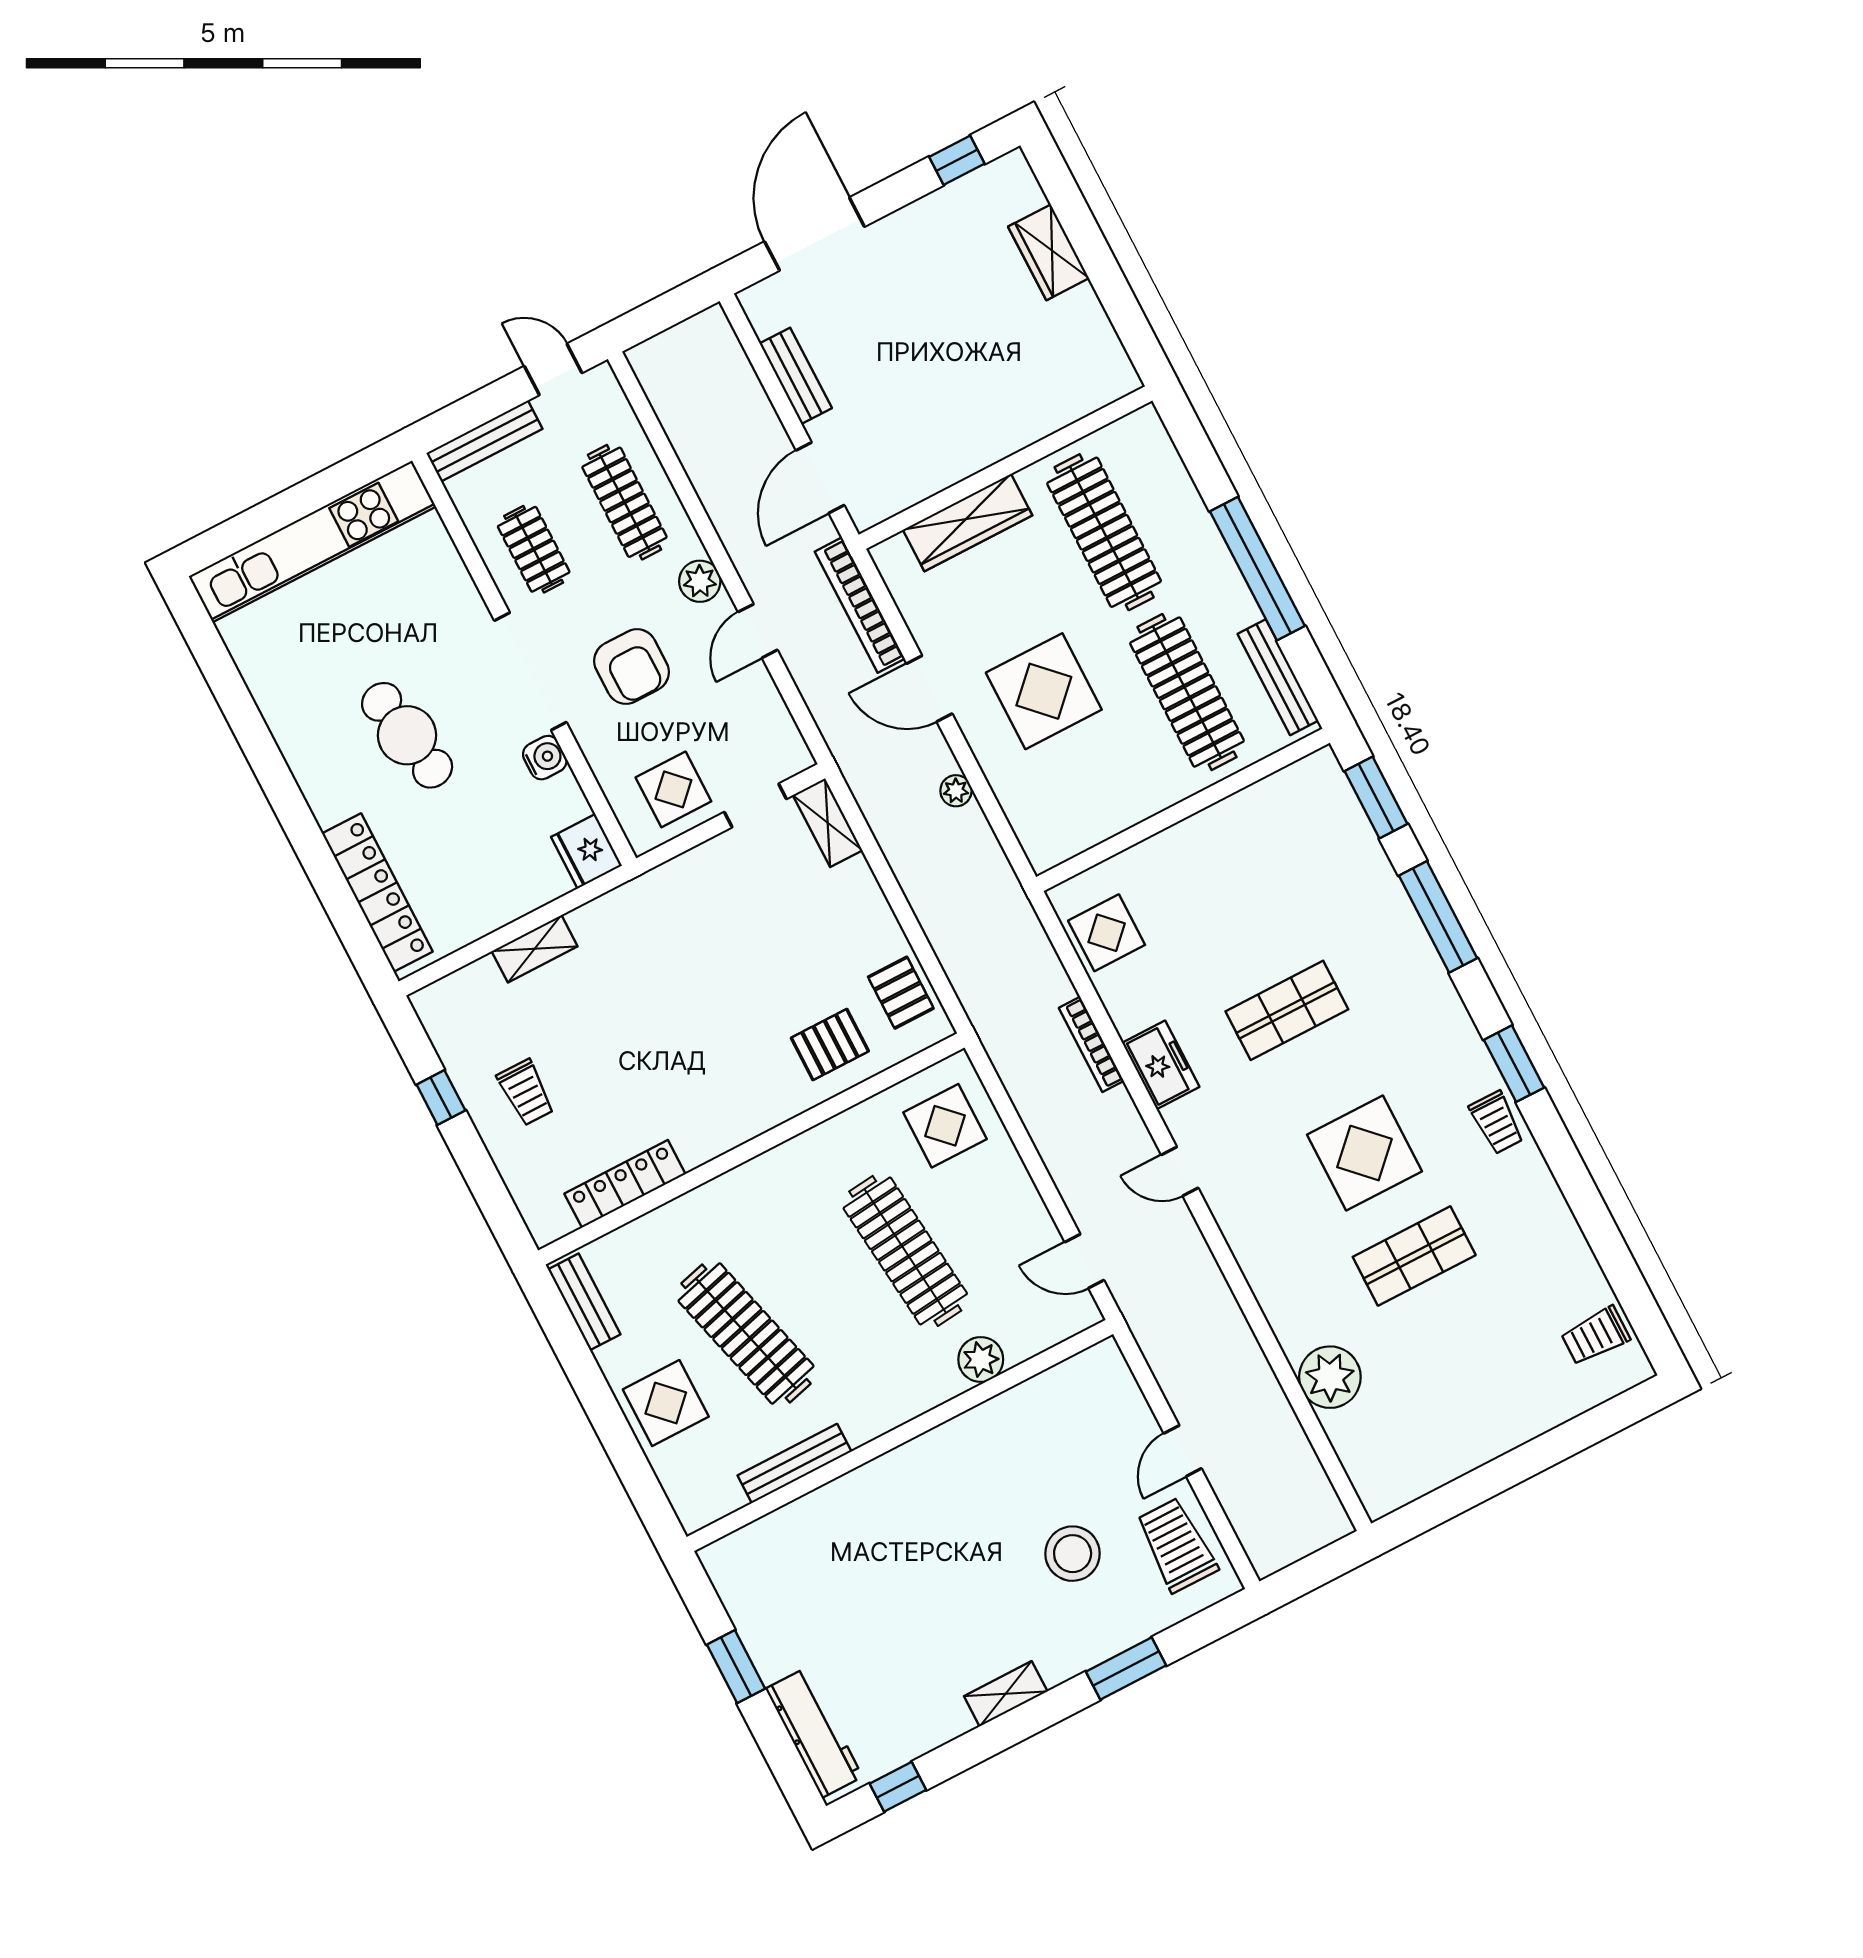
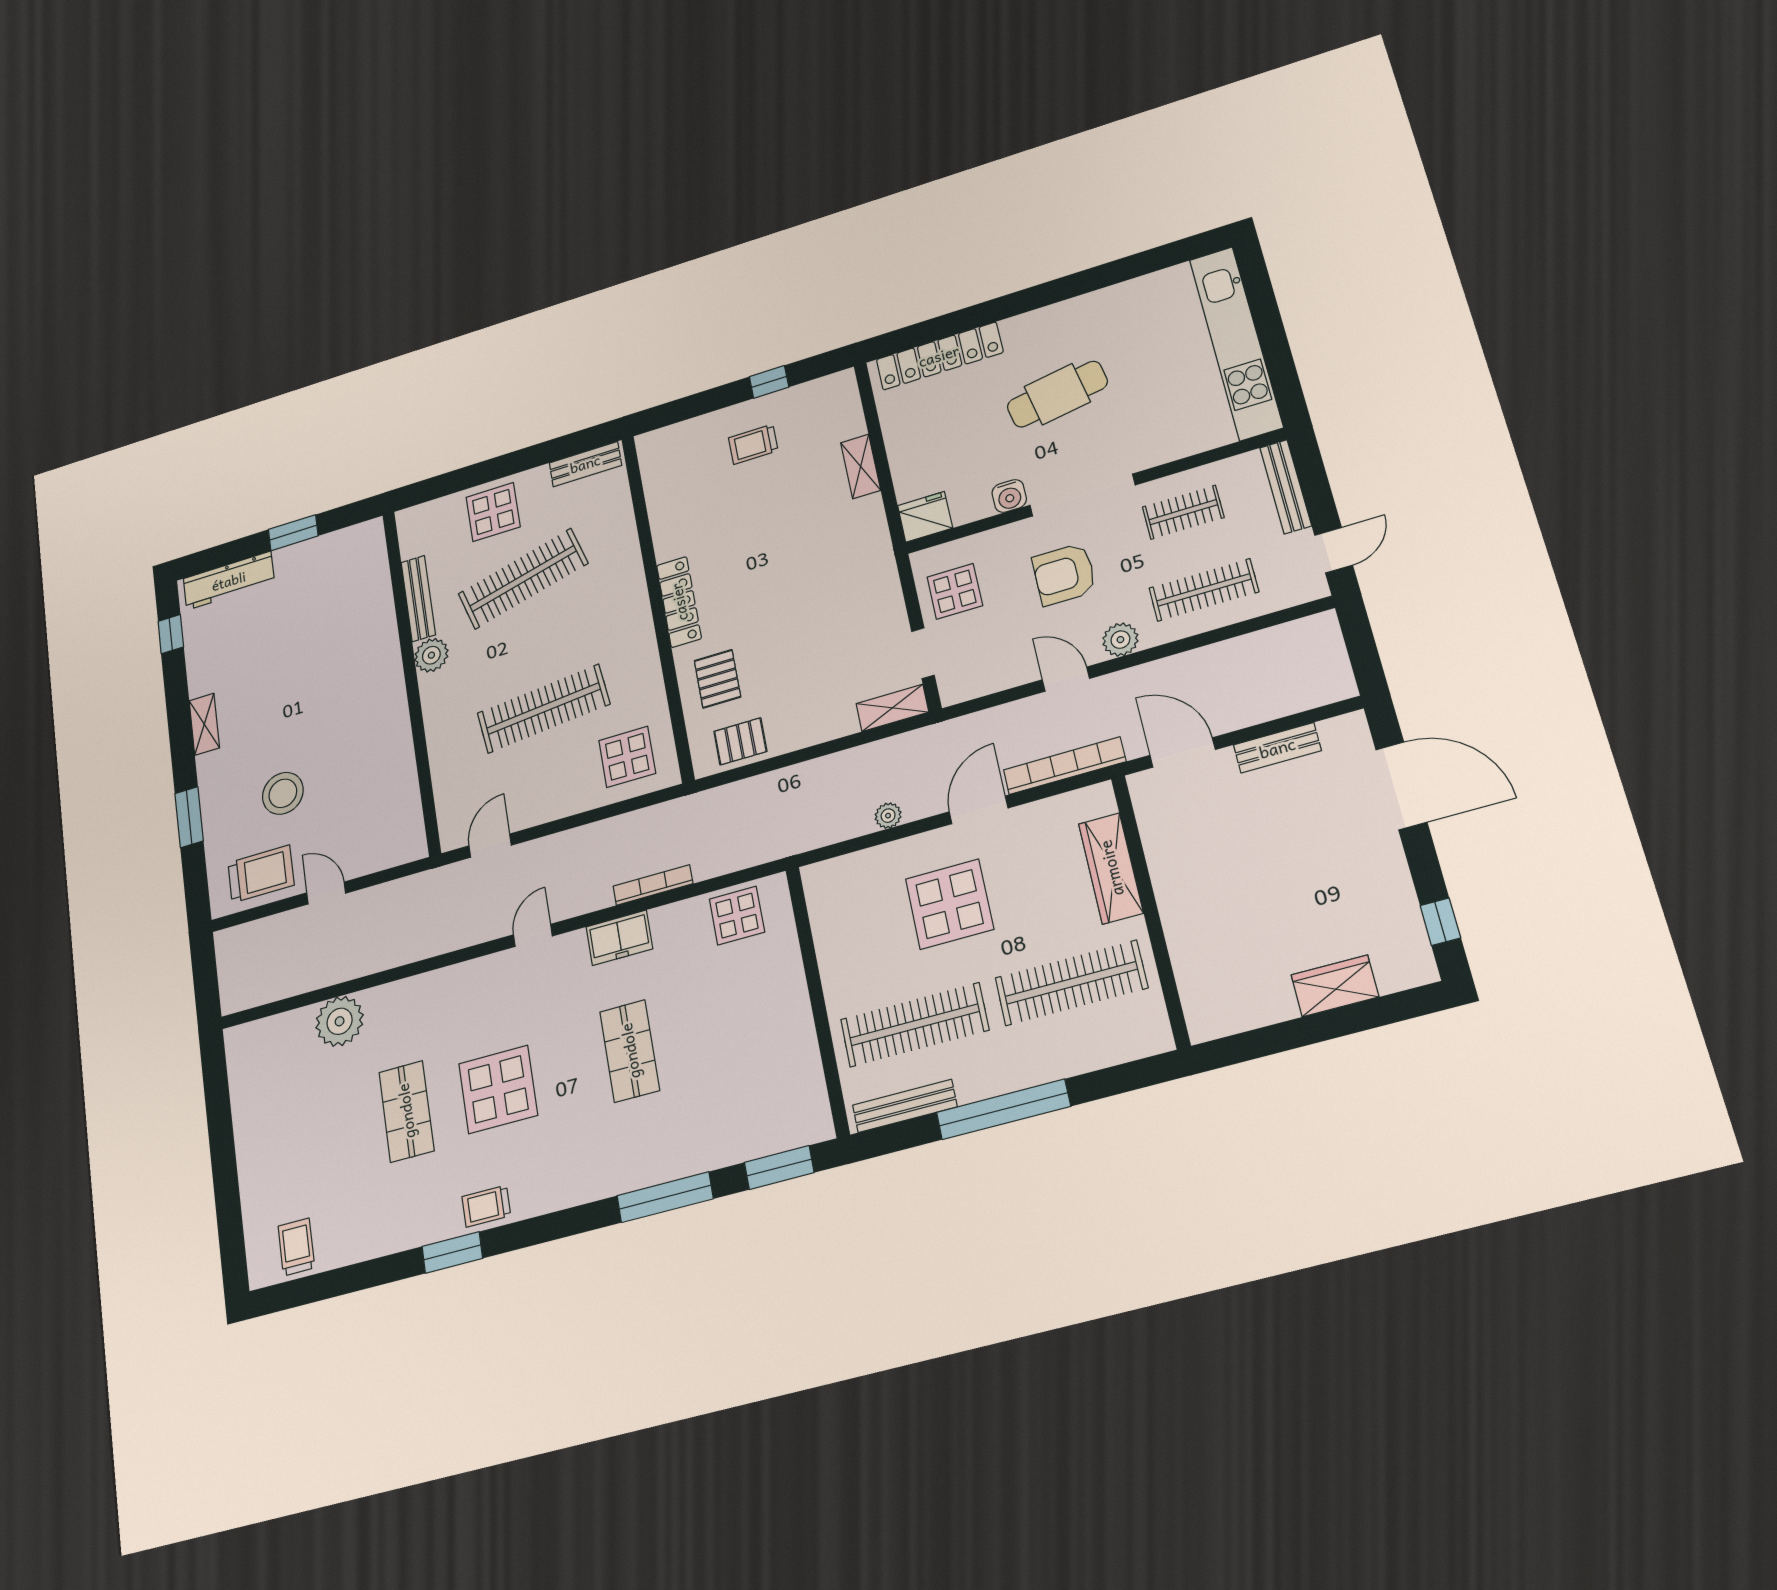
window: (1514, 1064) -> (452, 1252), moved
locker: (625, 1184) -> (679, 602), moved
plant: (981, 1359) -> (431, 655), moved

